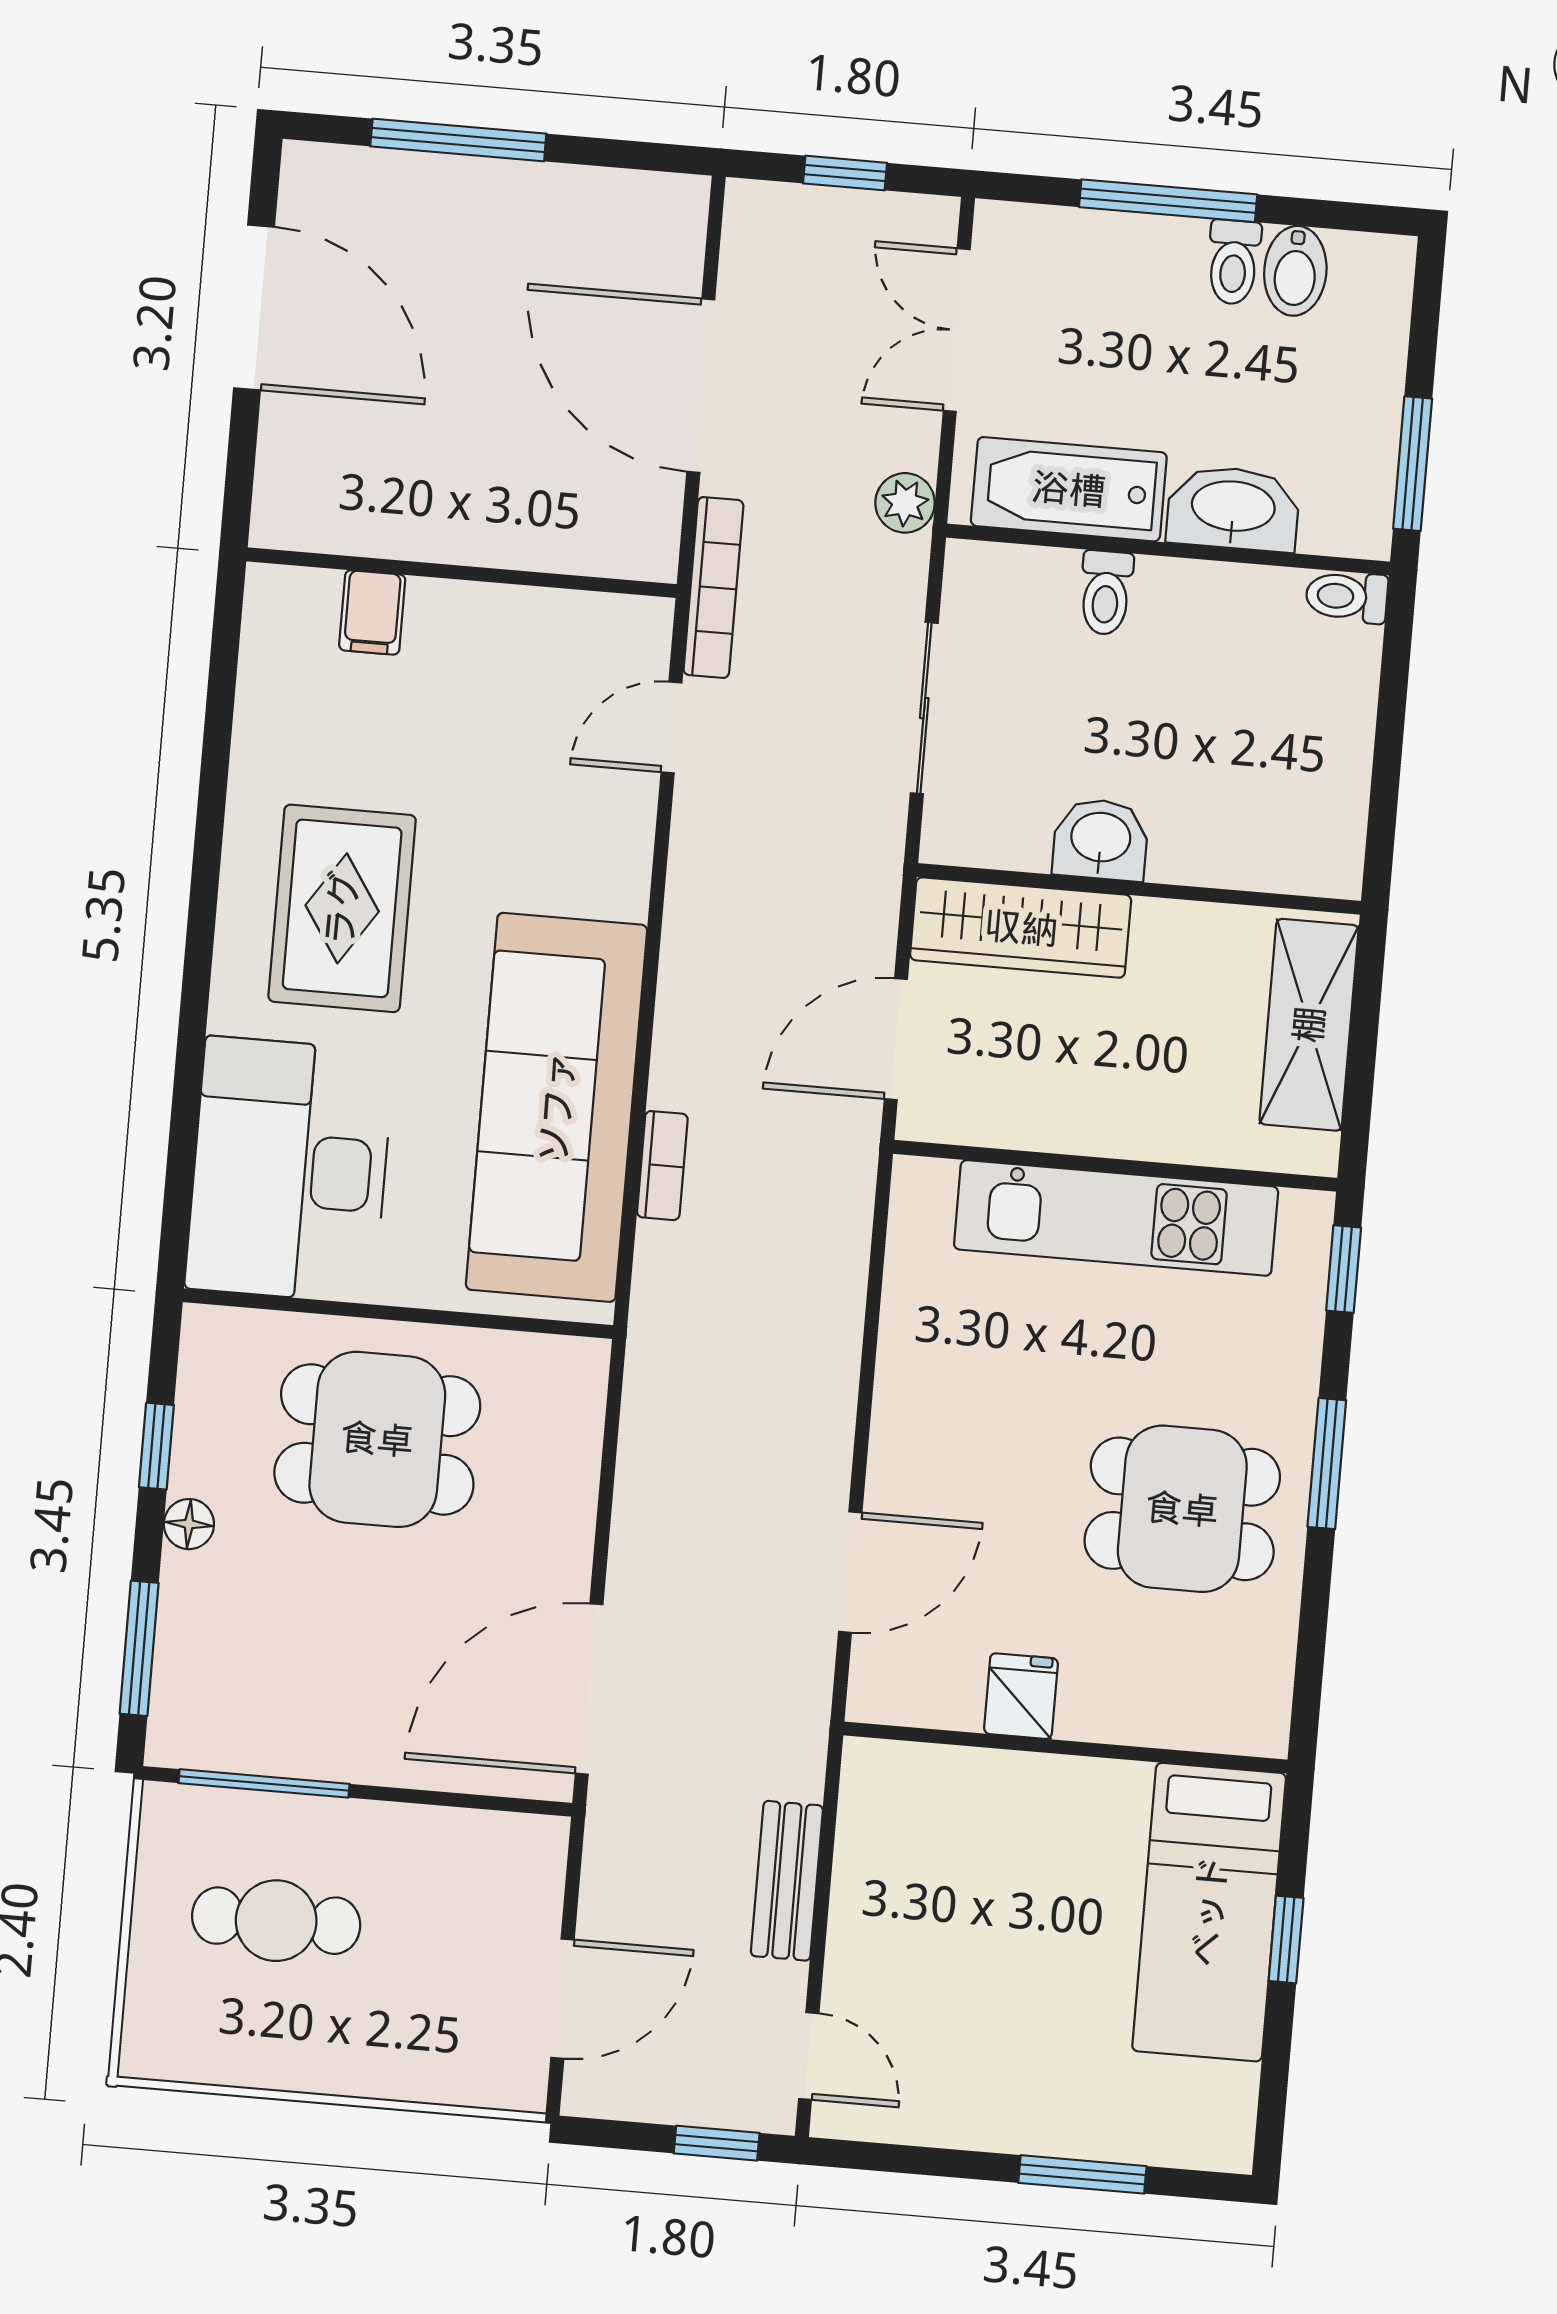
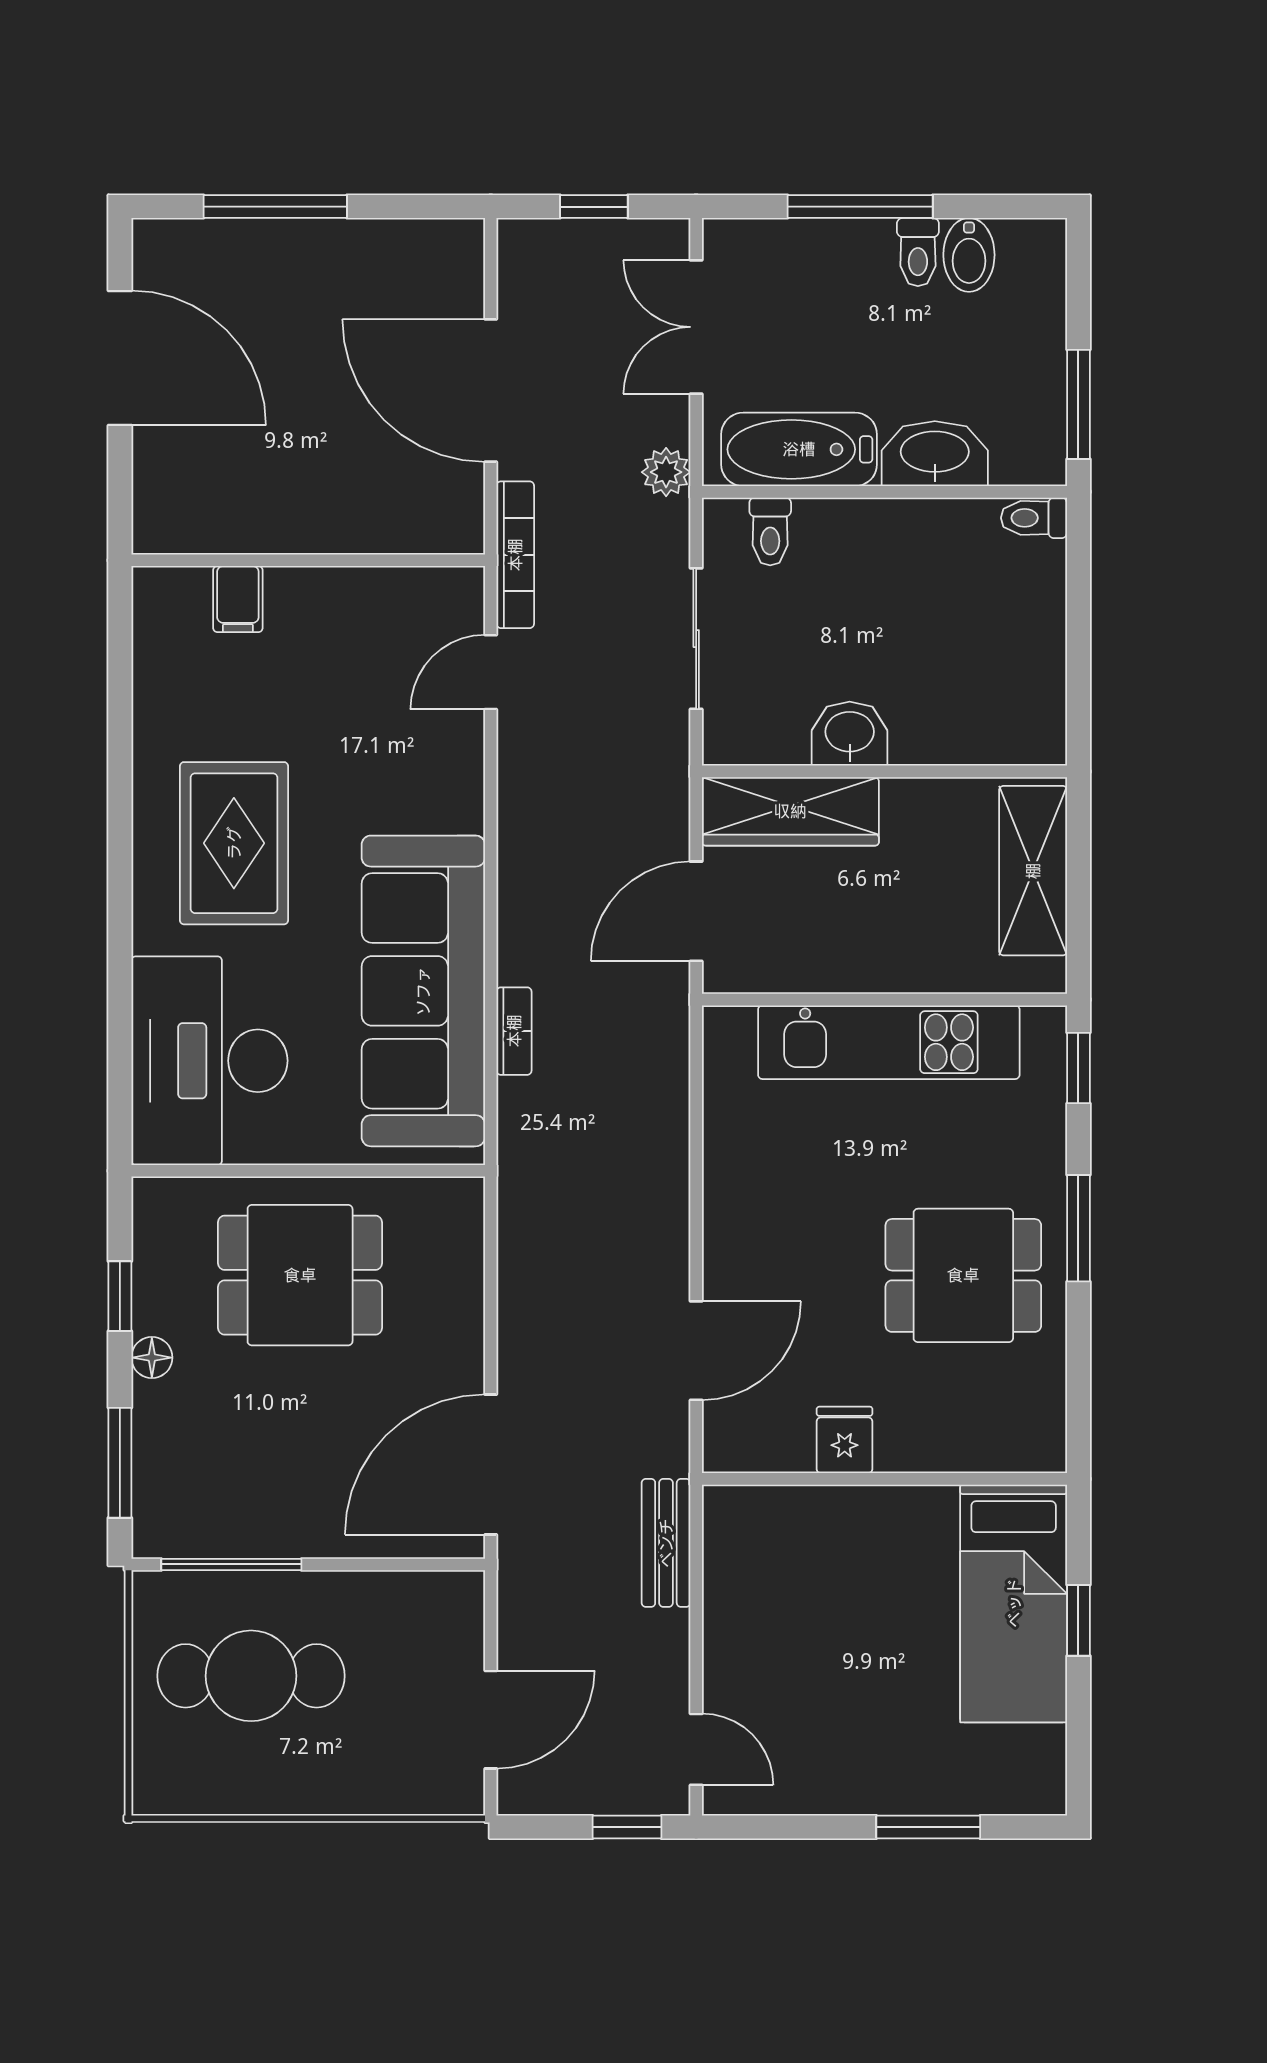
toilet: (1106, 593) -> (770, 532), moved
bench: (787, 1881) -> (666, 1543), moved
cafe table: (276, 1921) -> (251, 1676), width x1.37, depth x1.35

